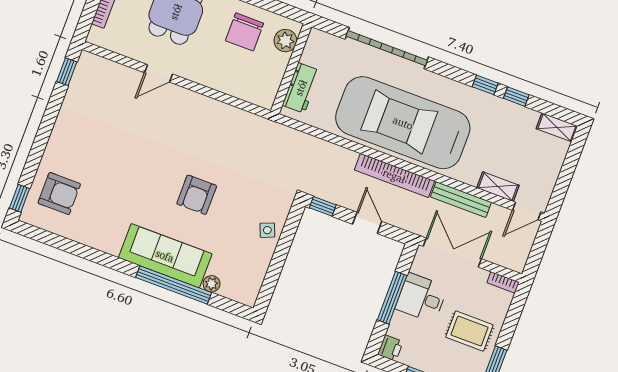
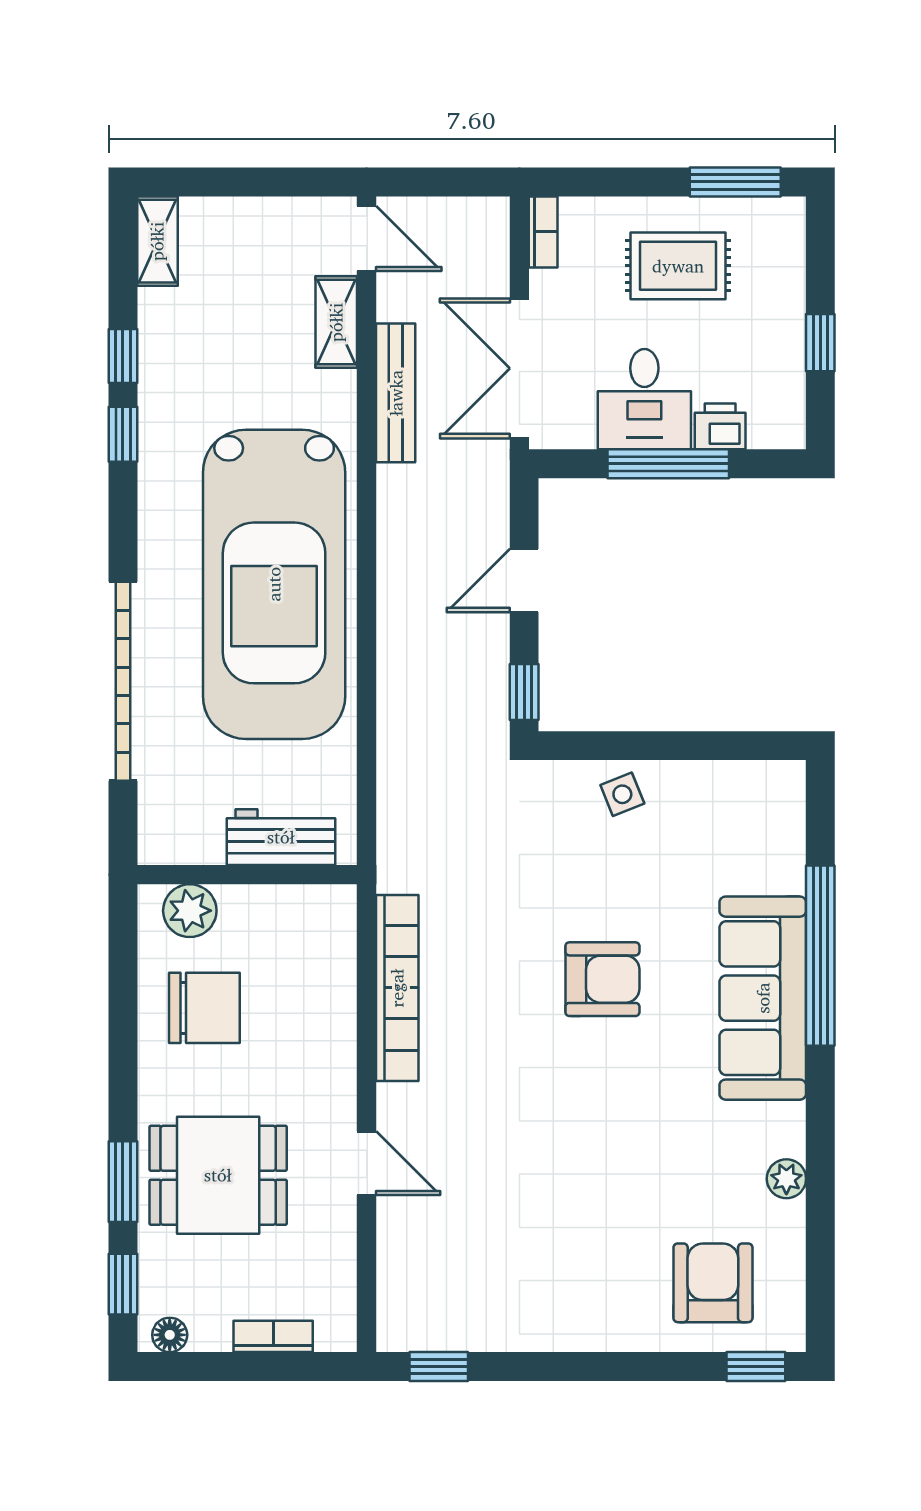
bookcase: (394, 176) -> (397, 988), moved
plant: (212, 284) -> (786, 1179), moved
rug: (469, 331) -> (678, 266), turned 90
printer: (390, 348) -> (720, 426), moved

